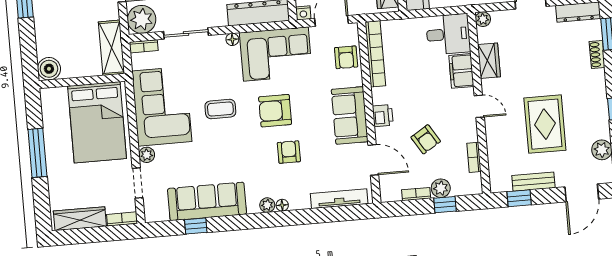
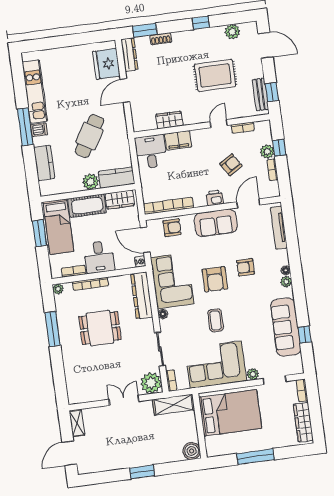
plant: (483, 19) -> (138, 126), removed
door: (479, 106) -> (219, 124), moved
bench: (533, 182) -> (260, 94), moved

